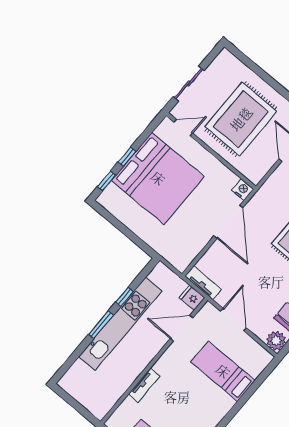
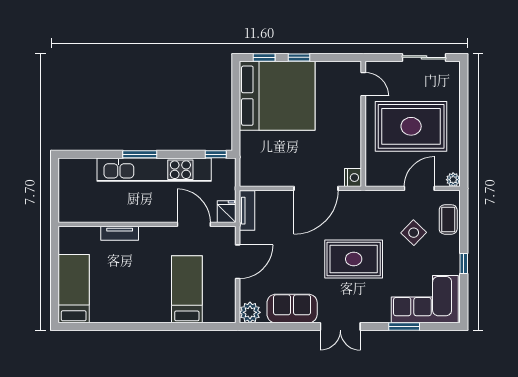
sliding door: (189, 84) -> (424, 57), moved
bed: (158, 178) -> (277, 96), moved, turned -90
window: (125, 297) -> (216, 154), moved

